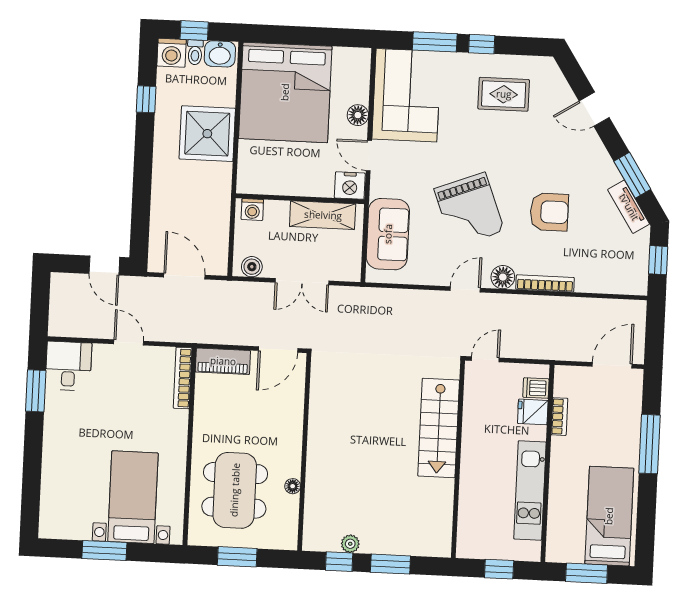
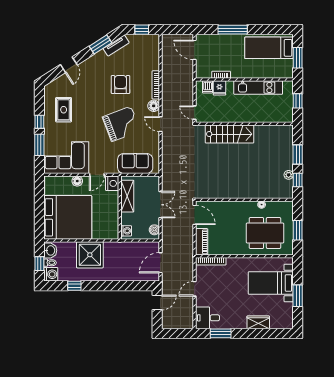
wardrobe: (54, 468) -> (258, 322), added

